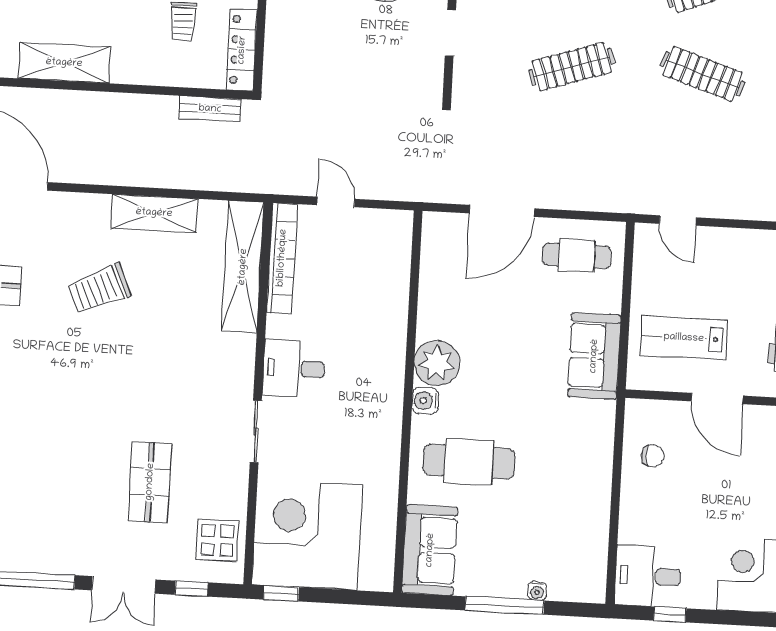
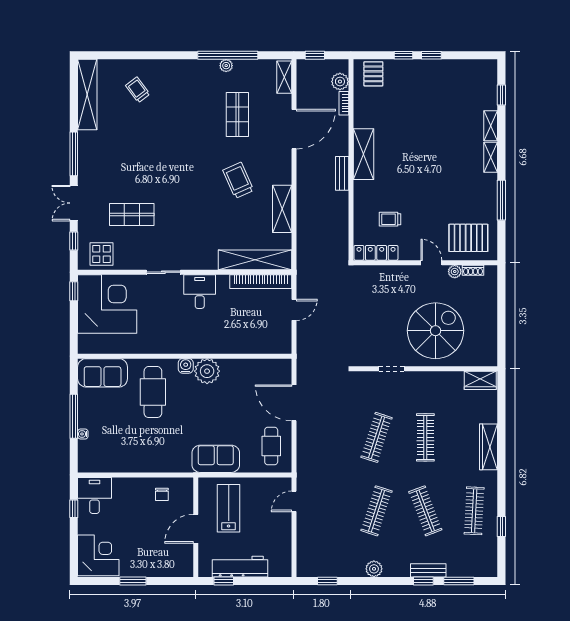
clothes rail: (572, 67) -> (377, 437), turned 36
bench: (210, 109) -> (342, 173), moved

